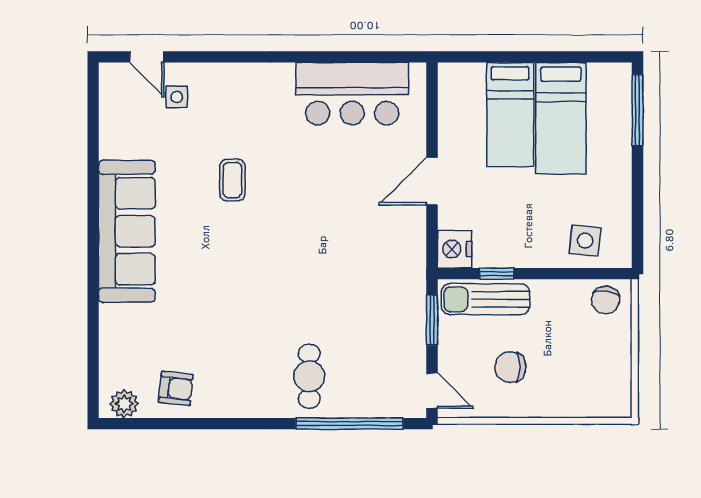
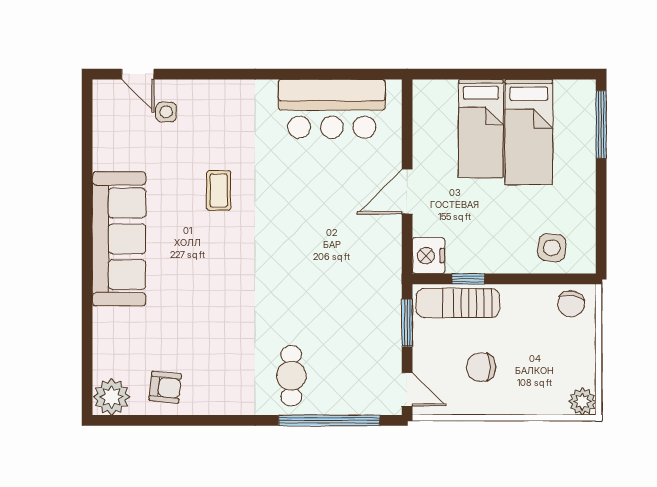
plant: (124, 404) -> (112, 397), width x1.36, depth x1.36
plant: (617, 404) -> (582, 401), added

